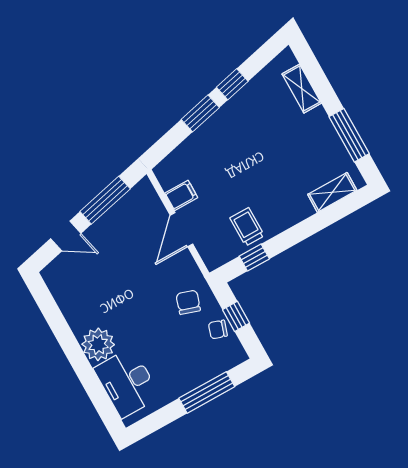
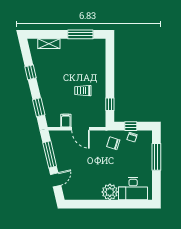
window: (200, 113) -> (39, 107), moved
shelving: (332, 192) -> (101, 55), removed
trolley: (247, 227) -> (83, 91), moved

